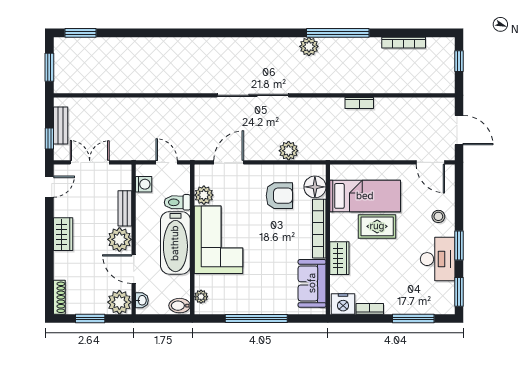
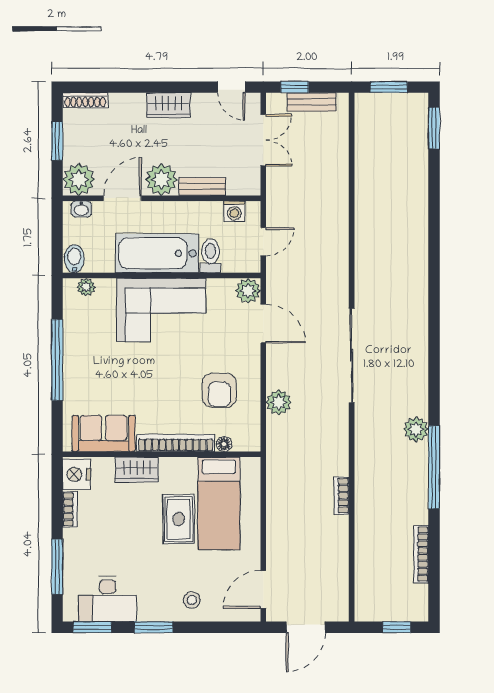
floor lamp: (315, 187) -> (224, 444), width x0.53, depth x0.53
plant: (204, 195) -> (248, 291), moved
desk: (438, 259) -> (108, 599), moved

